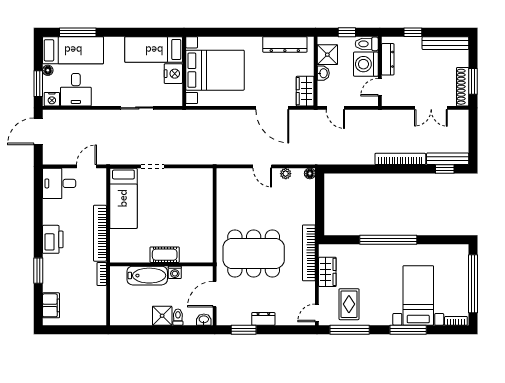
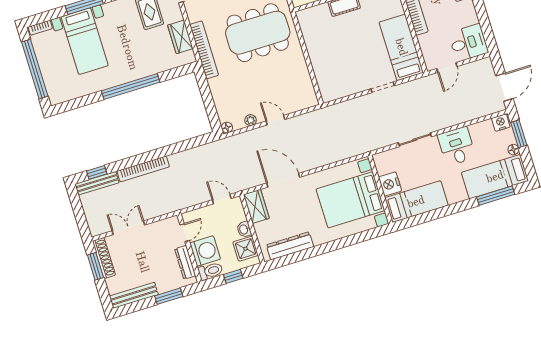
window: (413, 32) -> (169, 296), width x1.50
desk: (76, 90) -> (457, 146), moved

